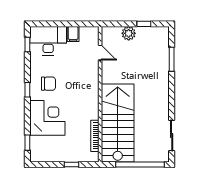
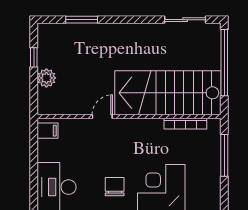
filing cabinet: (73, 34) -> (47, 131), moved
door: (100, 53) -> (102, 117), moved
window: (72, 164) -> (224, 155), width x2.17

